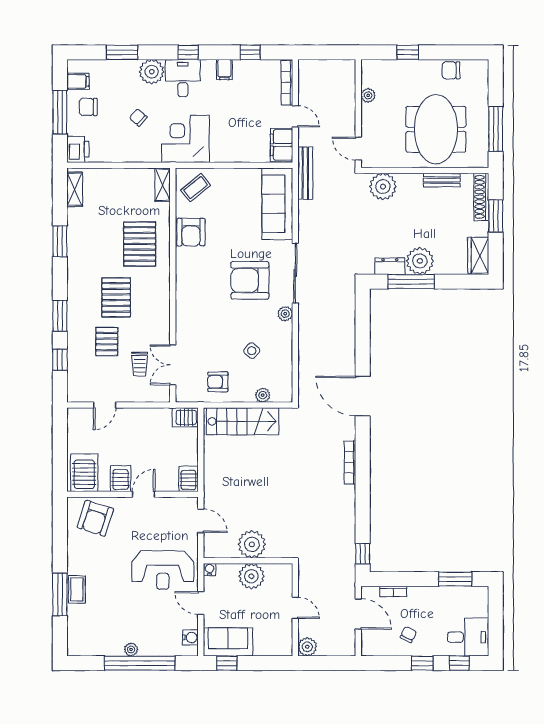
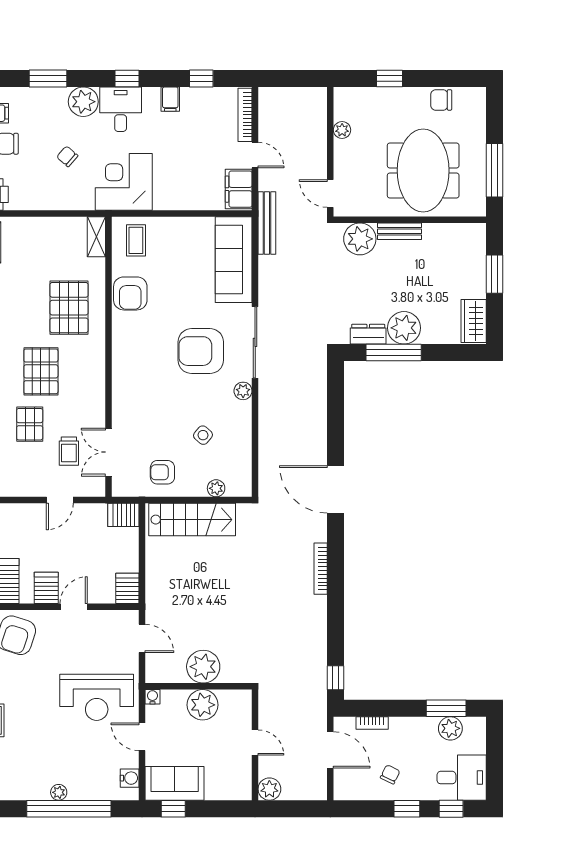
bench: (442, 180) -> (399, 231), moved
coffee table: (196, 188) -> (136, 240), turned -51
shoe rack: (481, 197) -> (477, 251), removed
door: (105, 405) -> (60, 500), moved
plant: (459, 596) -> (450, 728), added

